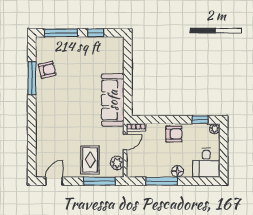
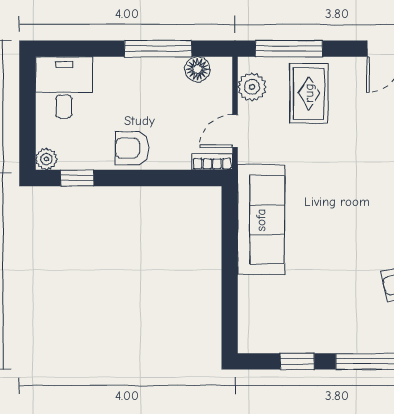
floor lamp: (177, 171) -> (197, 69), moved

